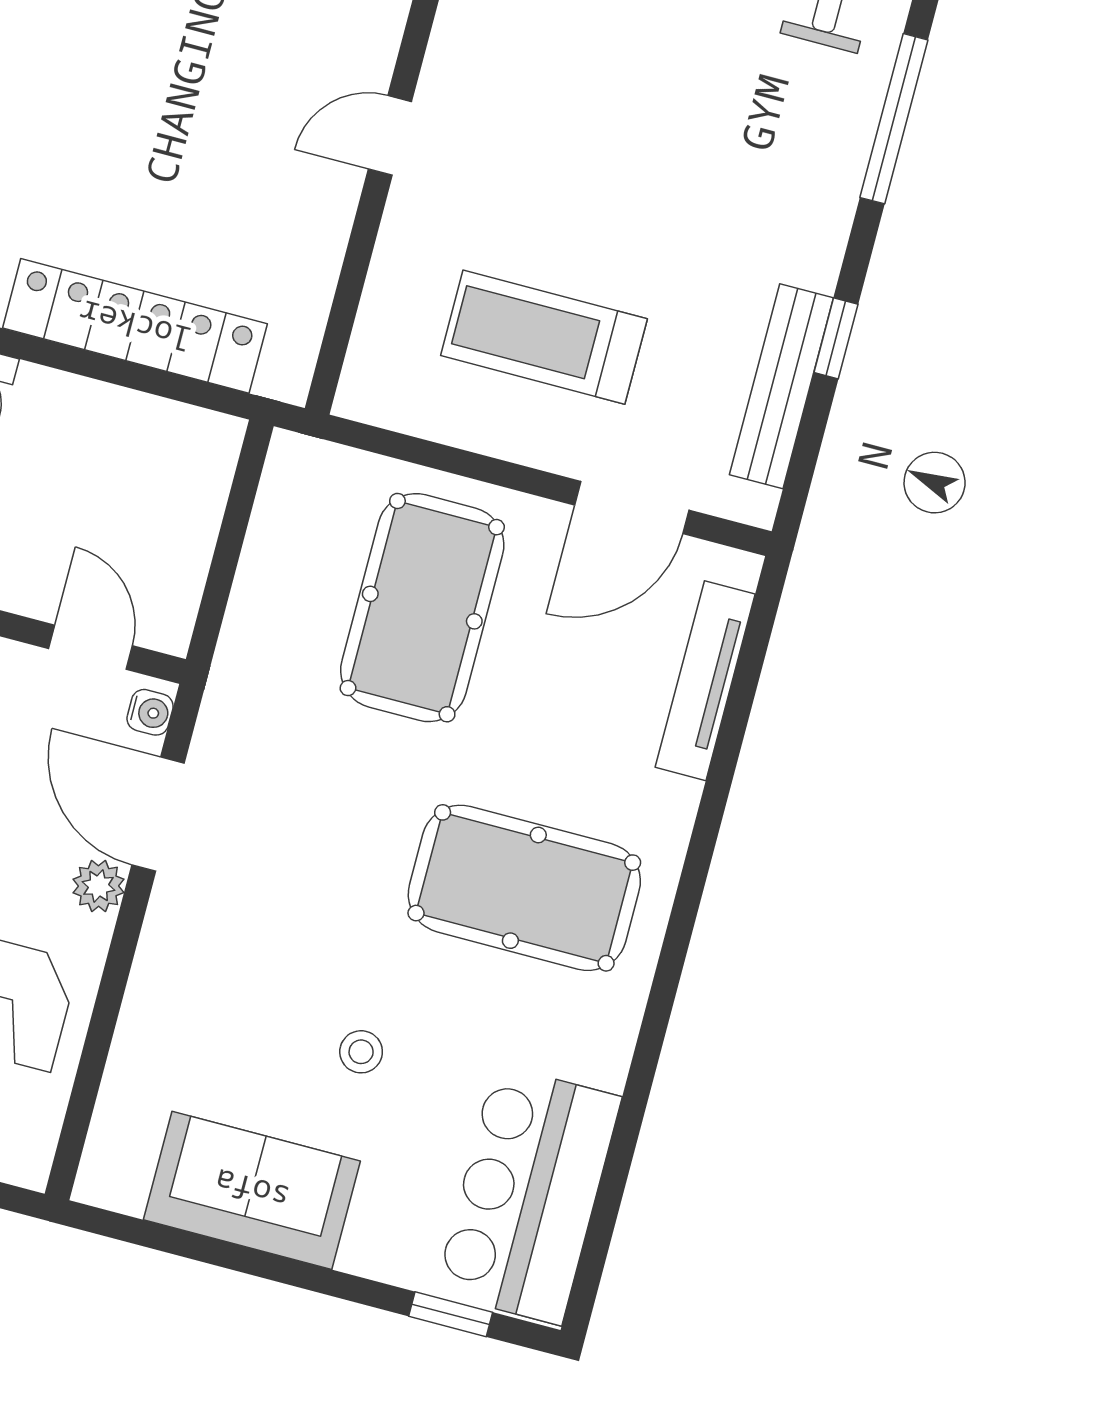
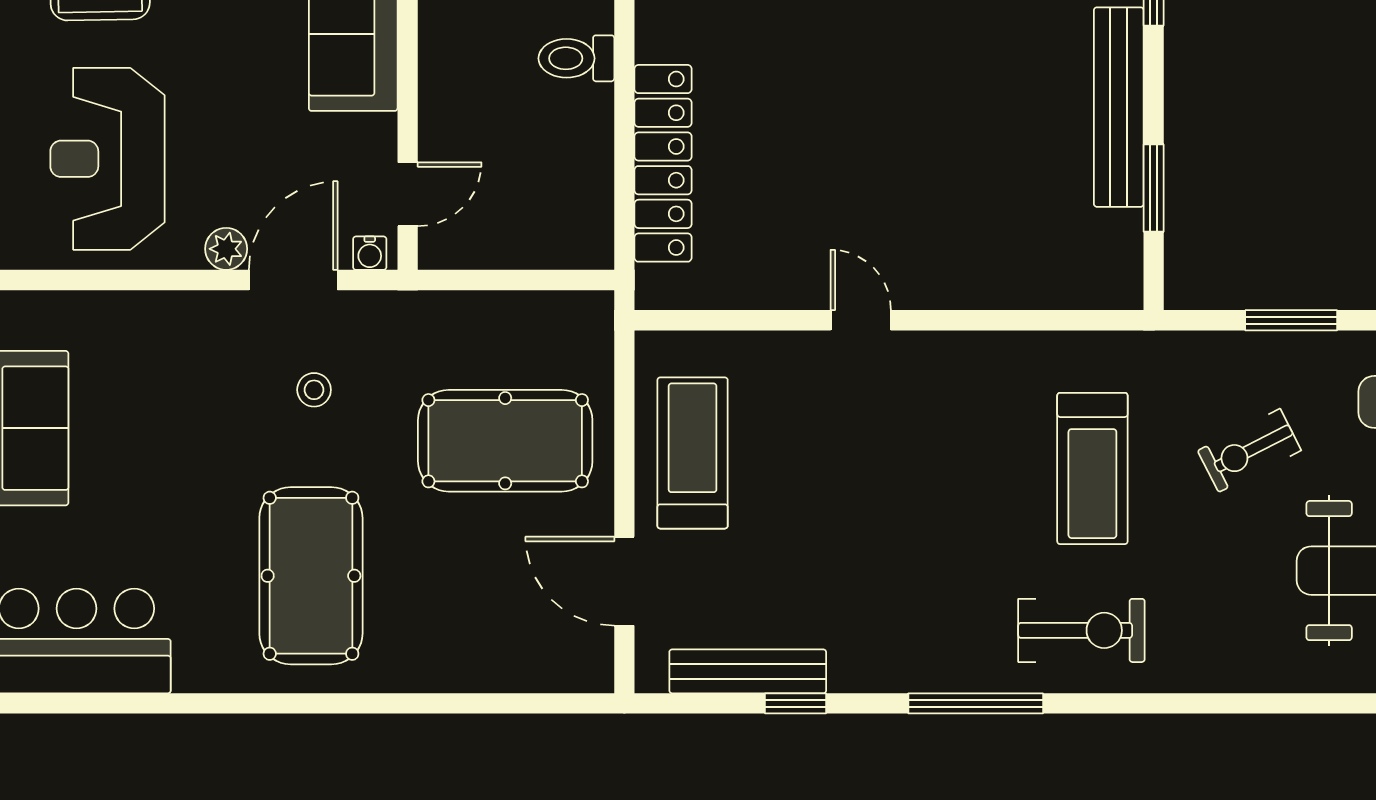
treadmill: (544, 337) -> (693, 453), moved
tv unit: (705, 681) -> (506, 673), removed
stool: (361, 1052) -> (314, 390), moved

